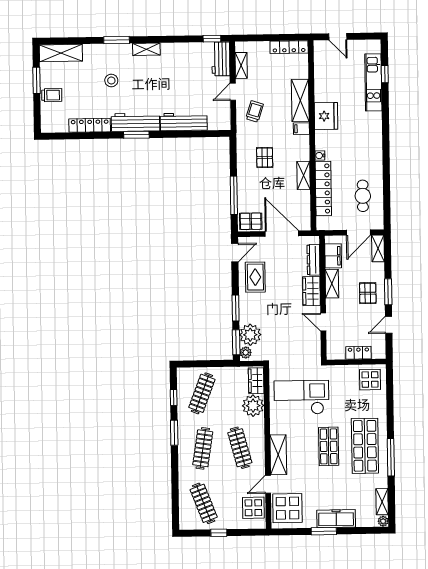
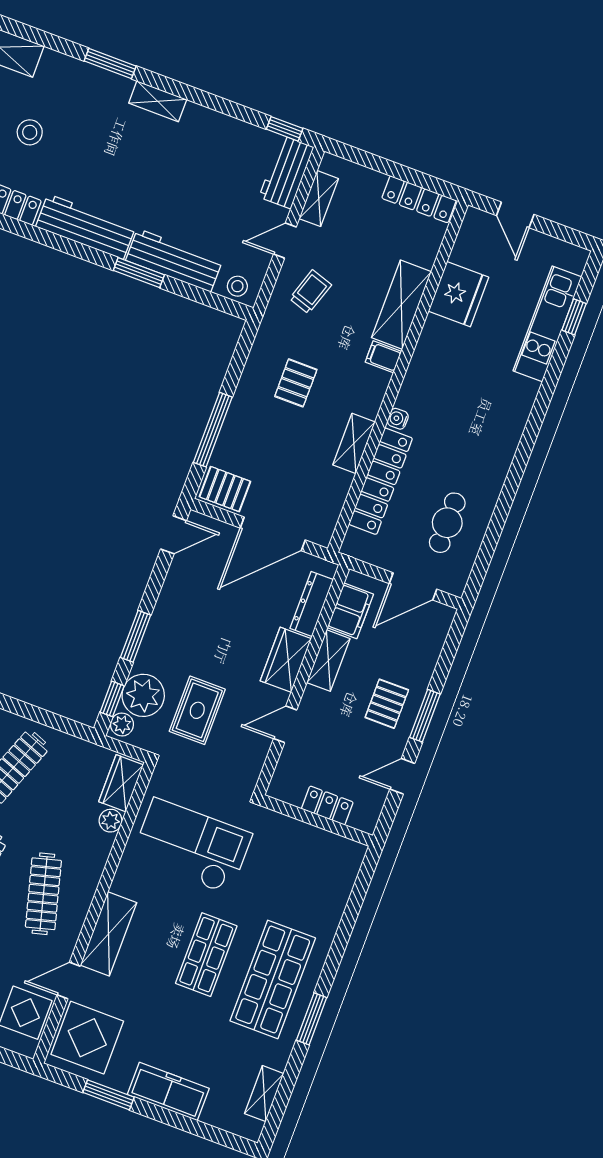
stool: (111, 81) -> (30, 132), moved
fridge: (326, 116) -> (458, 294), moved
stool: (219, 122) -> (237, 286), added
window: (136, 135) -> (139, 273), moved
door: (282, 234) -> (273, 534), swing flipped
shelving: (378, 248) -> (437, 629), removed
rug: (255, 277) -> (197, 710), moved
door: (323, 322) -> (285, 724), hinge flipped
window: (236, 342) -> (112, 699), width x0.67
display table: (370, 380) -> (329, 862), removed
plant: (253, 406) -> (111, 821), width x0.53, depth x0.53
window: (391, 457) -> (312, 1019), width x0.69
plant: (383, 521) -> (252, 1130), removed
window: (324, 531) -> (109, 1095), moved

